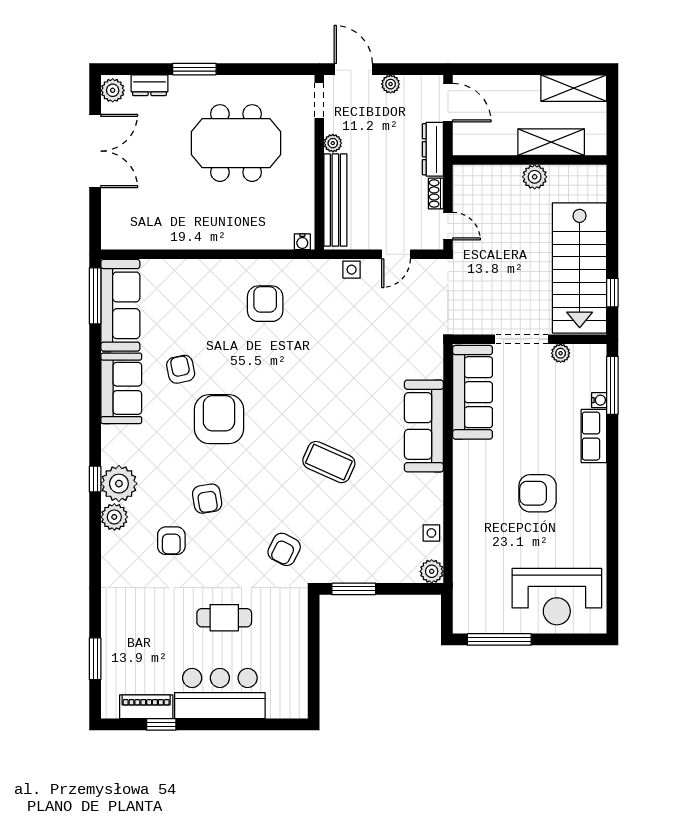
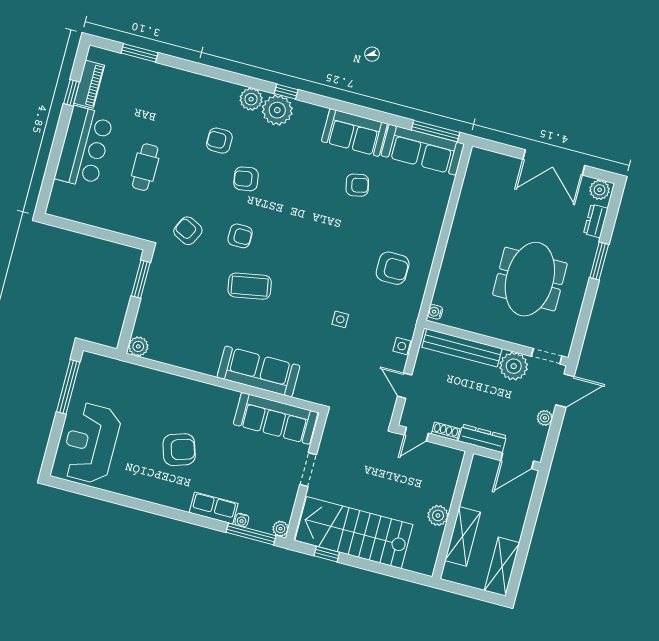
plant: (333, 143) -> (514, 366), width x1.88, depth x1.88
doorway: (521, 339) -> (308, 470), width x0.73
plant: (561, 353) -> (280, 529), moved
armchair: (219, 419) -> (240, 236), moved, width x0.53, depth x0.53
coffee table: (329, 462) -> (250, 286), turned 56
armchair: (538, 493) -> (179, 450), turned 72
side table: (431, 533) -> (340, 319), moved

